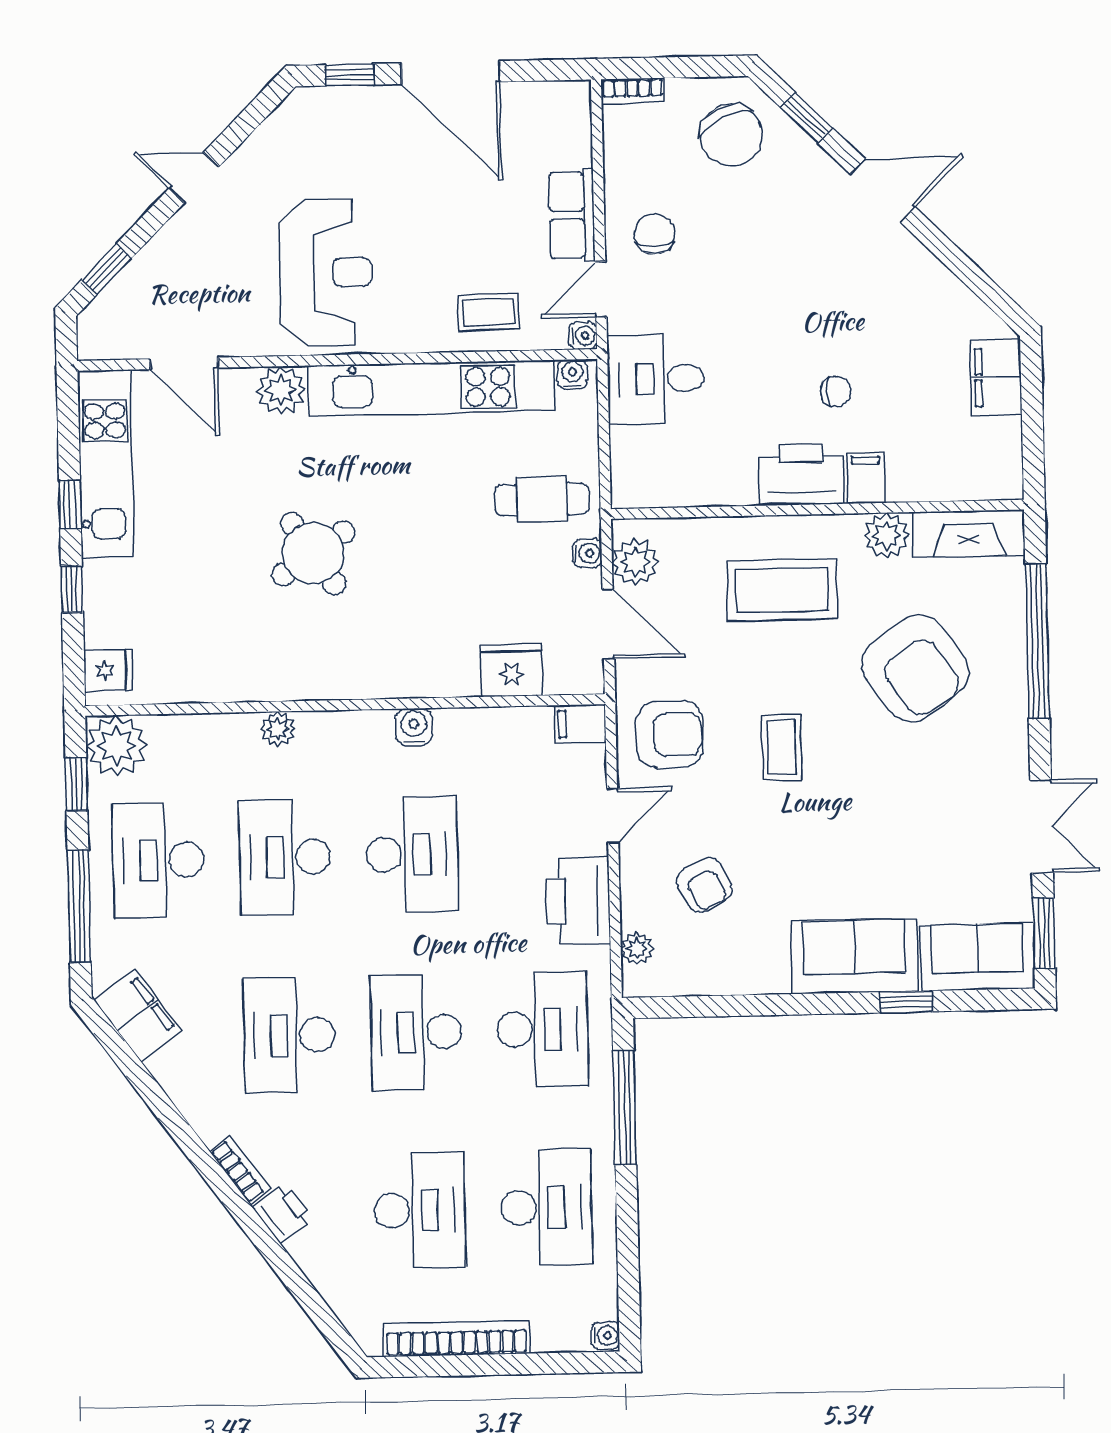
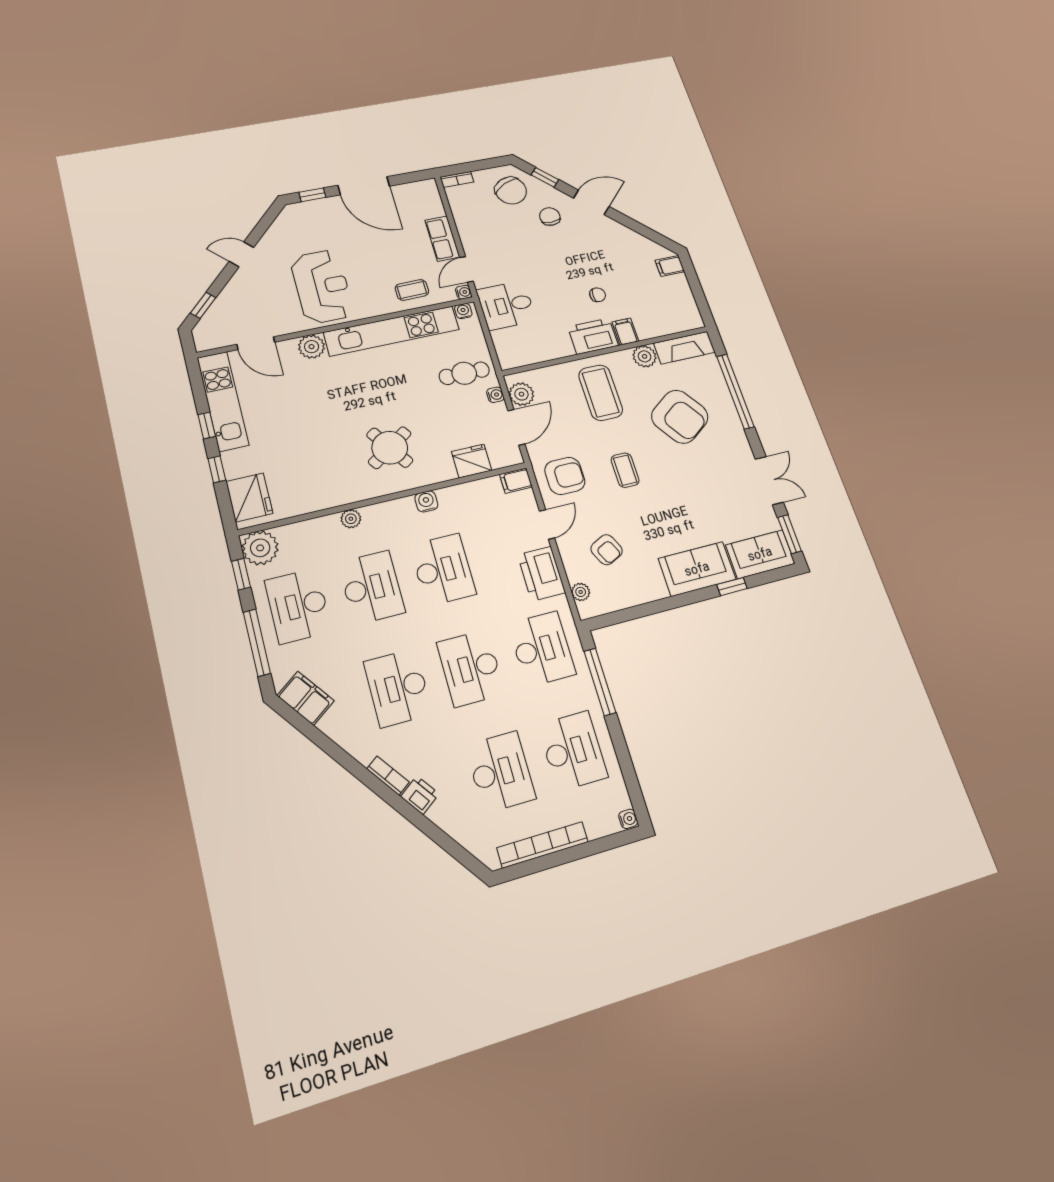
chair: (654, 234) -> (550, 216), moved
filing cabinet: (996, 377) -> (670, 266), width x0.50
round table: (313, 554) -> (390, 448), moved
coffee table: (782, 590) -> (601, 393), turned 90
door: (608, 624) -> (516, 427), hinge flipped
fridge: (108, 670) -> (249, 497), width x1.88, depth x1.34
desk: (285, 857) -> (372, 587), turned 180

